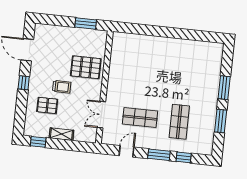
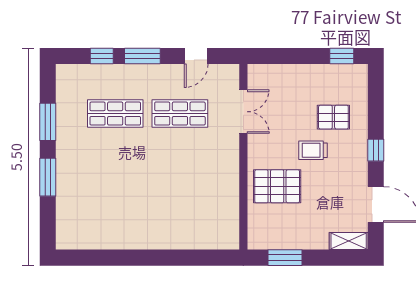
shop shelf: (179, 122) -> (115, 114), turned 90
shelving: (61, 134) -> (349, 241), moved

